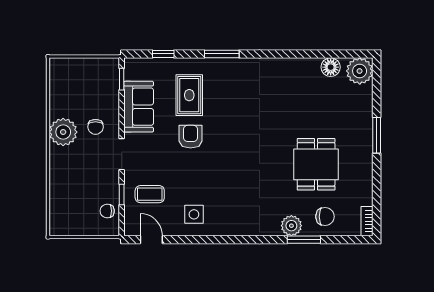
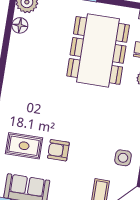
dining table: (316, 164) -> (98, 50), width x1.88, depth x1.24

